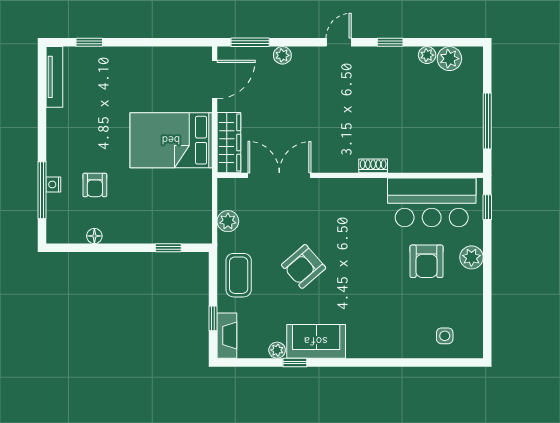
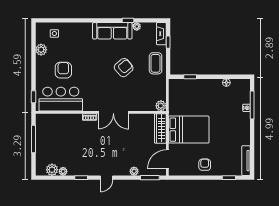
double door: (279, 175) -> (113, 112), moved
armchair: (95, 185) -> (205, 165), moved
plant: (228, 221) -> (161, 106), moved
plant: (471, 257) -> (41, 50), moved
sofa: (316, 341) -> (112, 31), width x1.36

